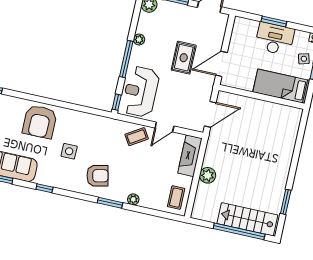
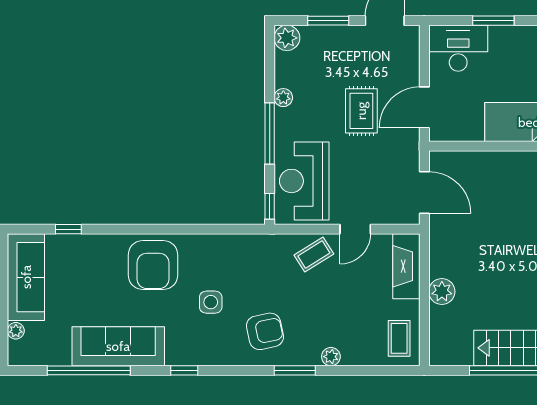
desk: (275, 39) -> (458, 48), moved
door: (210, 114) -> (424, 192), hinge flipped

